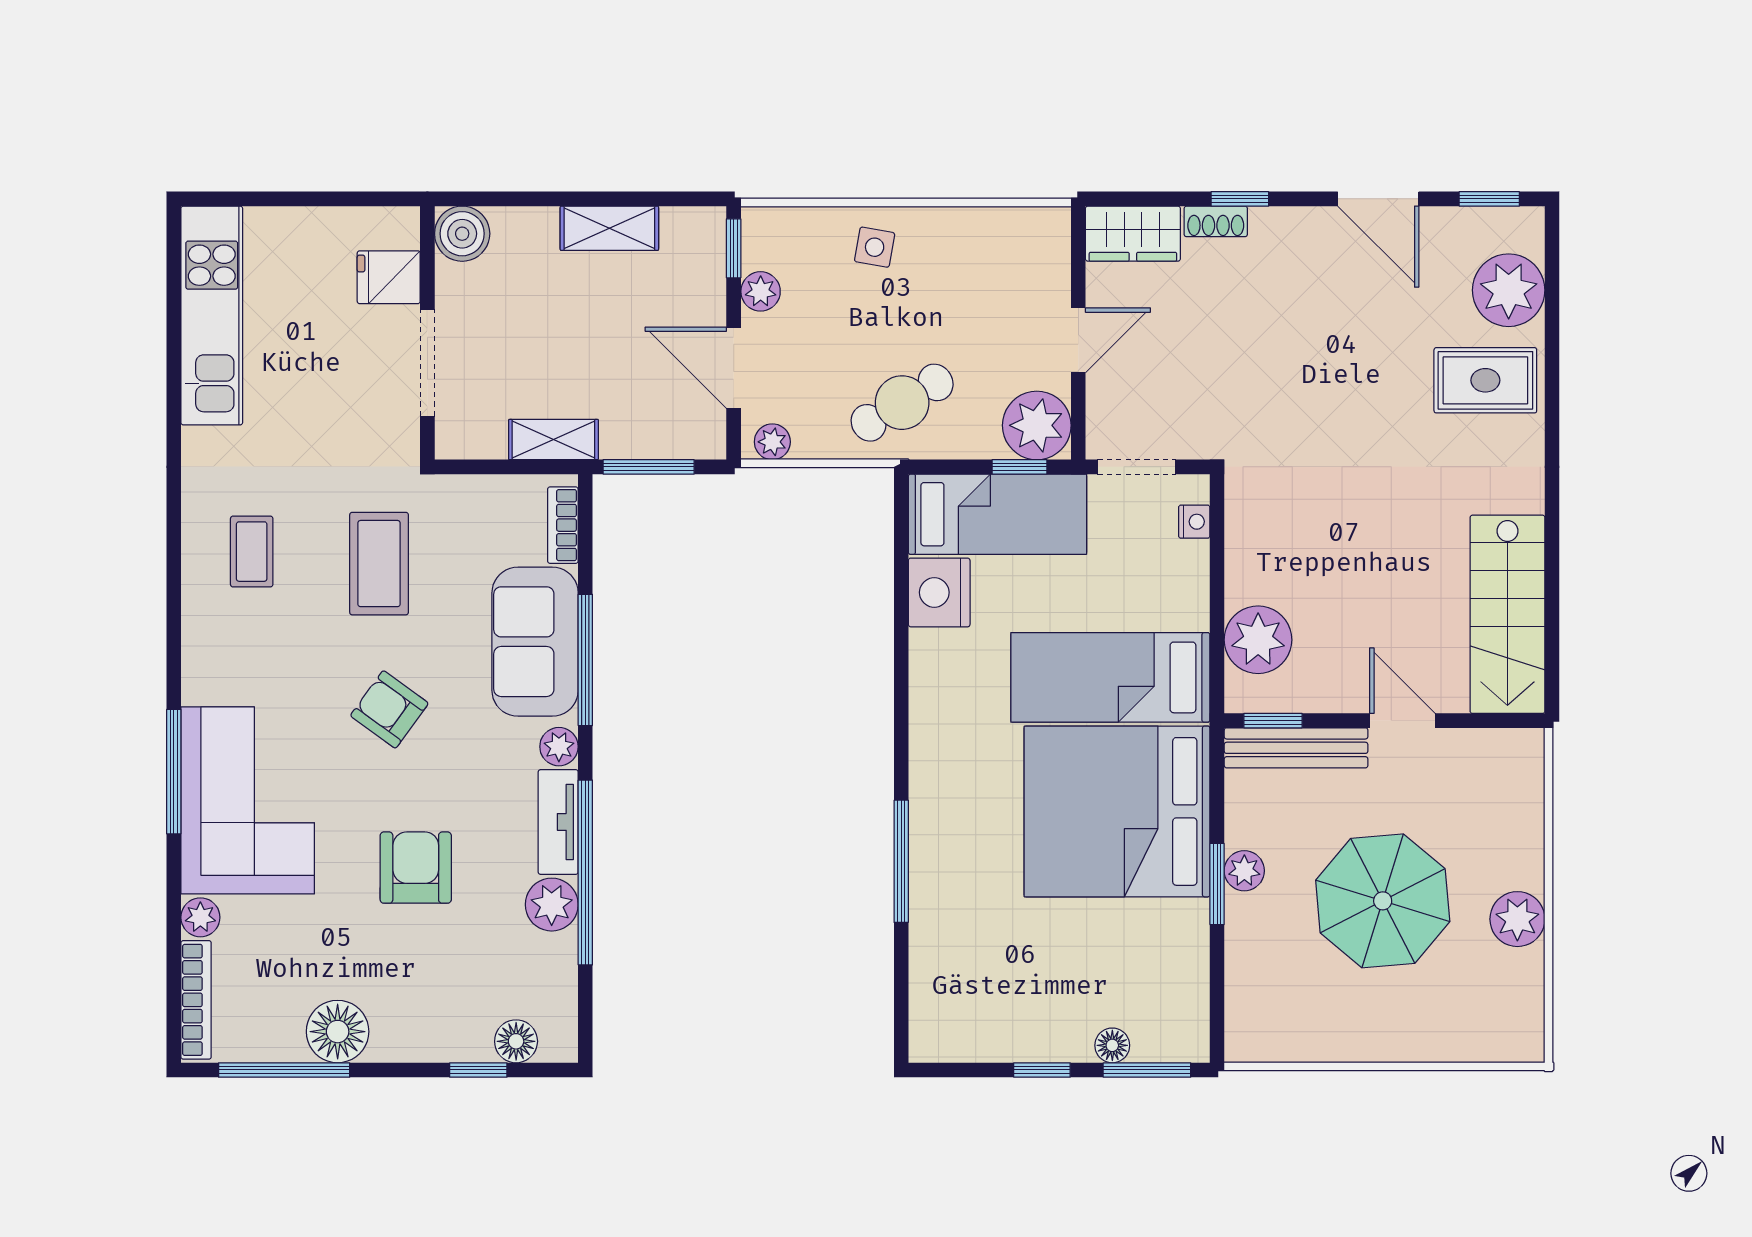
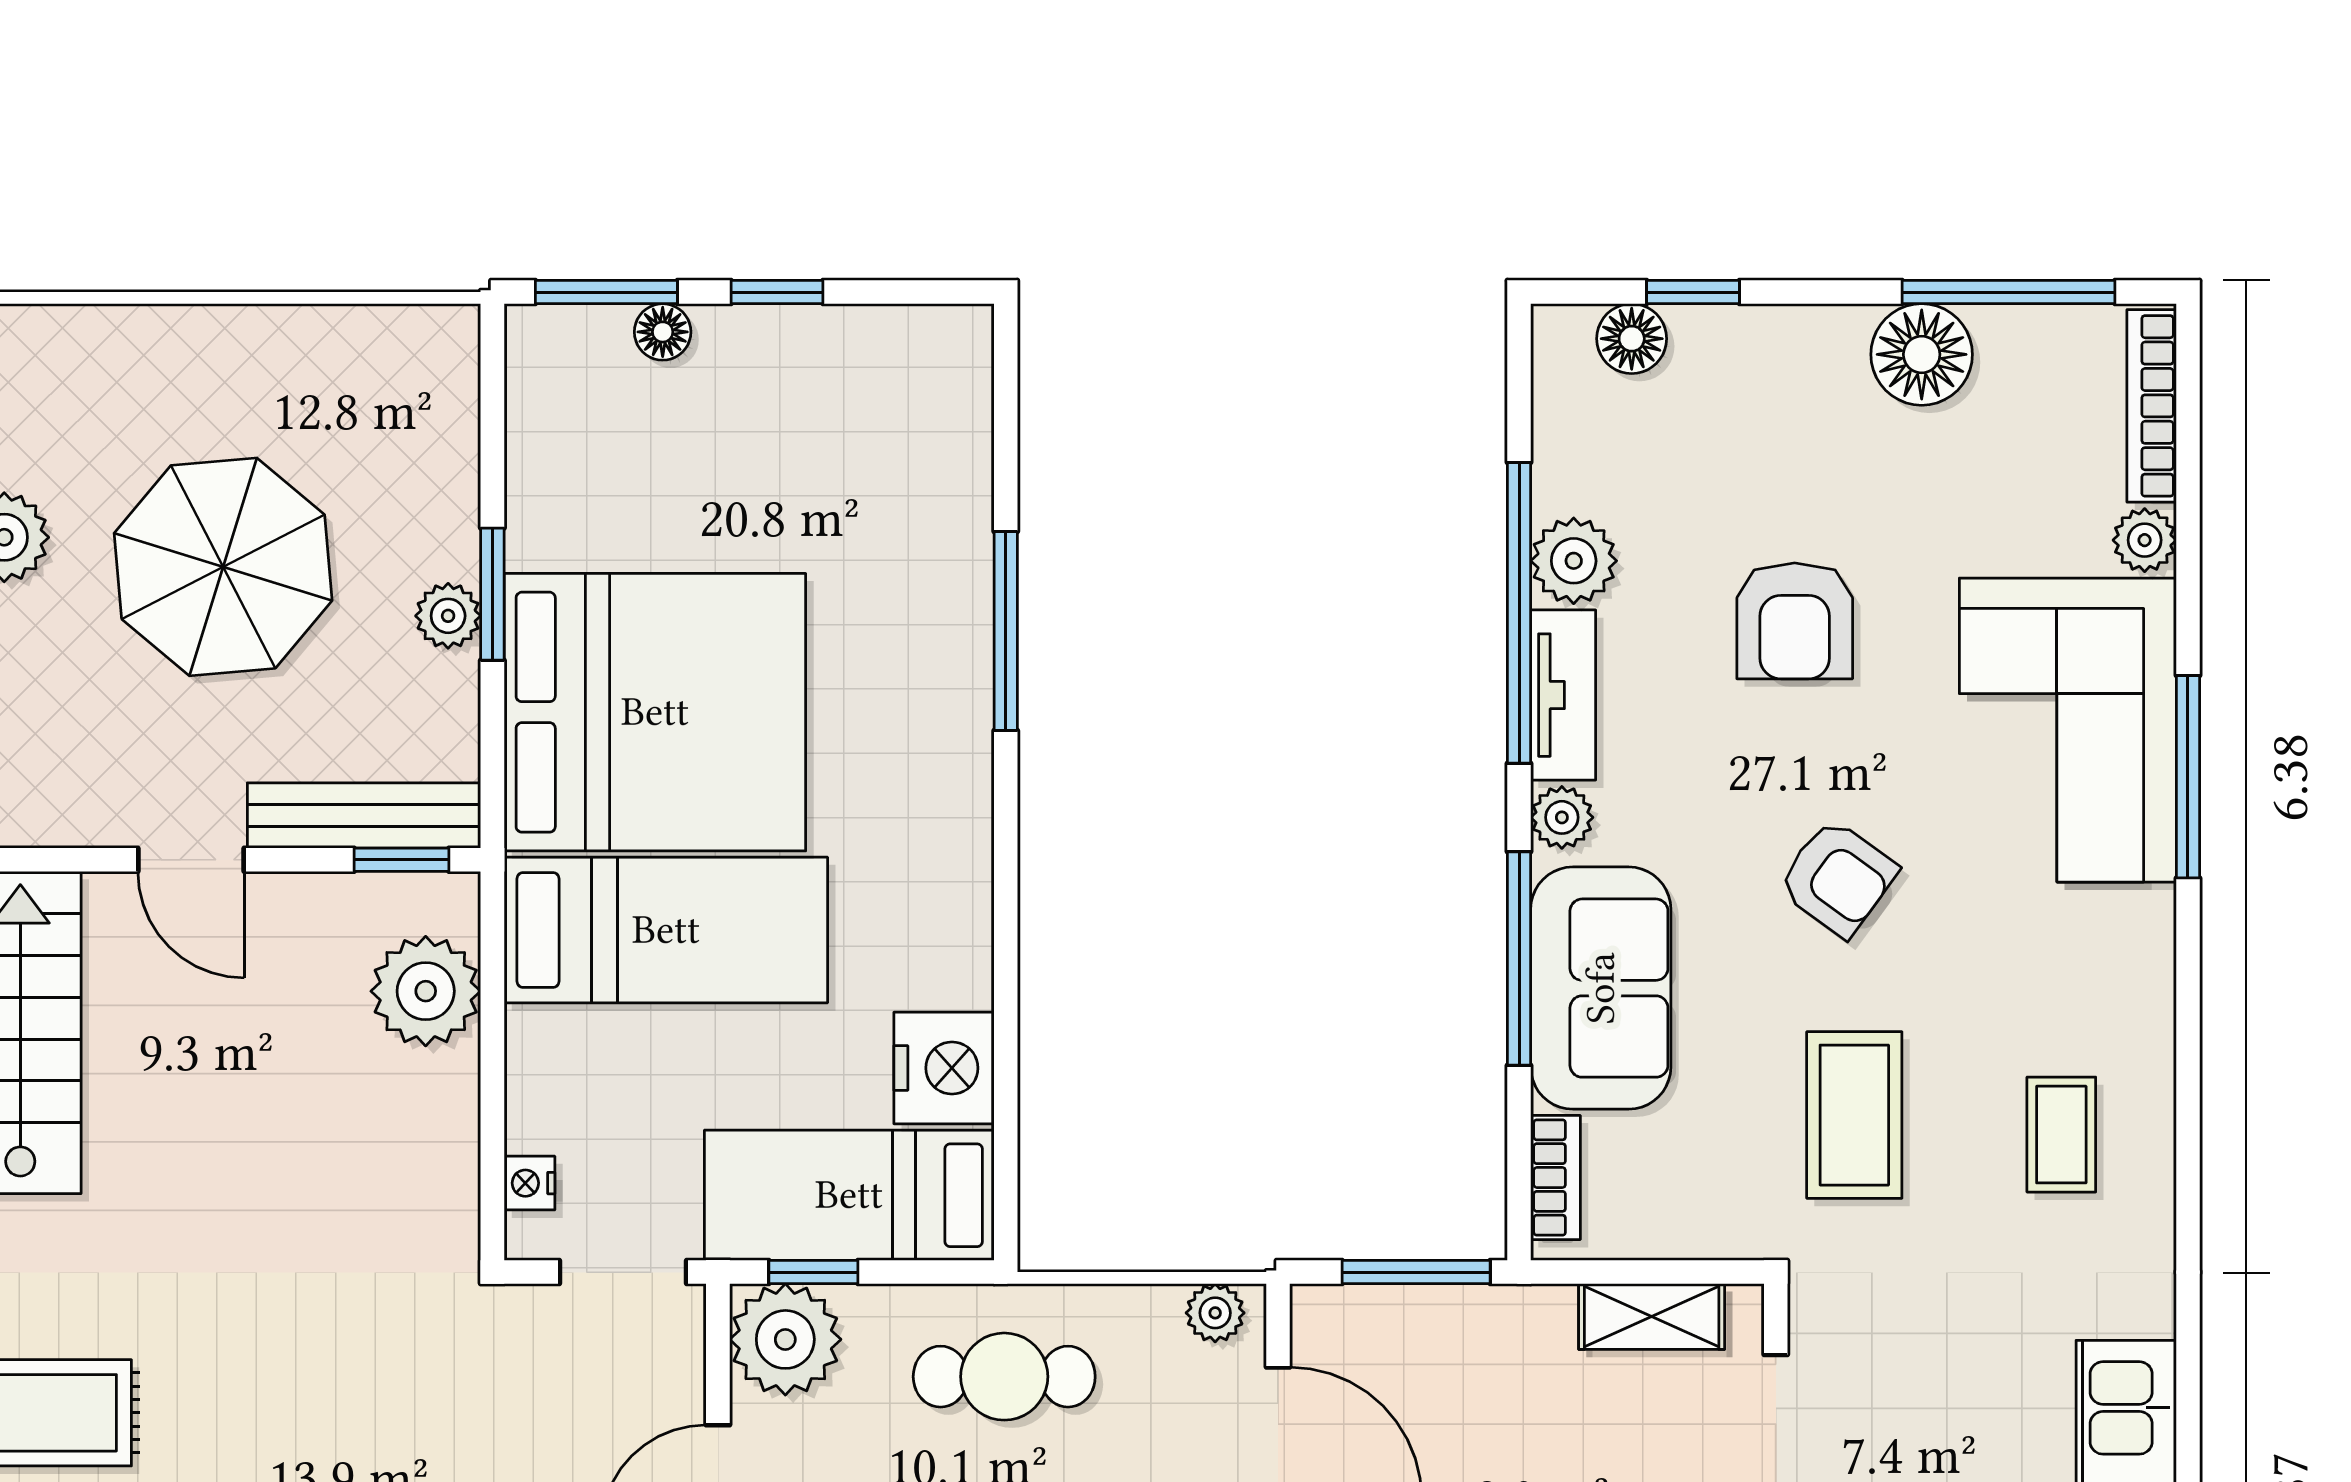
cafe table: (902, 403) -> (1004, 1377), turned 31
shelving: (553, 440) -> (1652, 1317), moved

